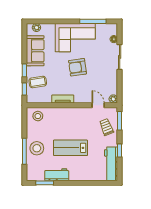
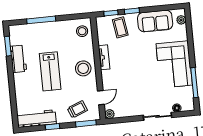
armchair: (78, 67) -> (141, 70), removed
stool: (37, 148) -> (83, 68), moved
lab bench: (70, 148) -> (50, 71), turned 180

